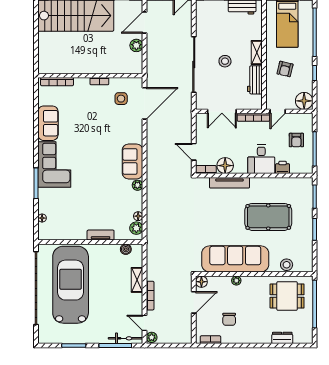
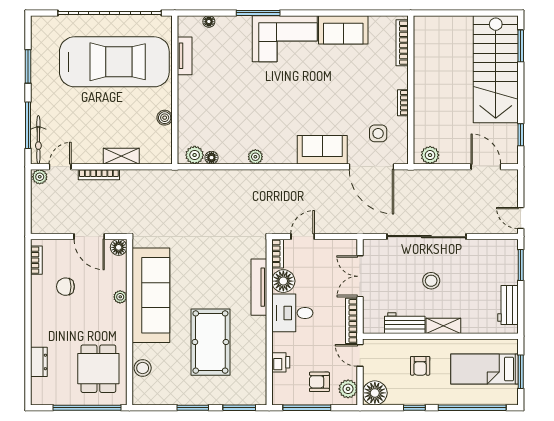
plant: (136, 45) -> (430, 155), moved
armchair: (285, 69) -> (420, 366), turned -104
plant: (301, 120) -> (348, 389), added
desk: (261, 159) -> (292, 313), moved
sofa: (133, 162) -> (322, 150), moved
tv unit: (101, 235) -> (185, 56), moved
boiler: (126, 249) -> (165, 118), moved

